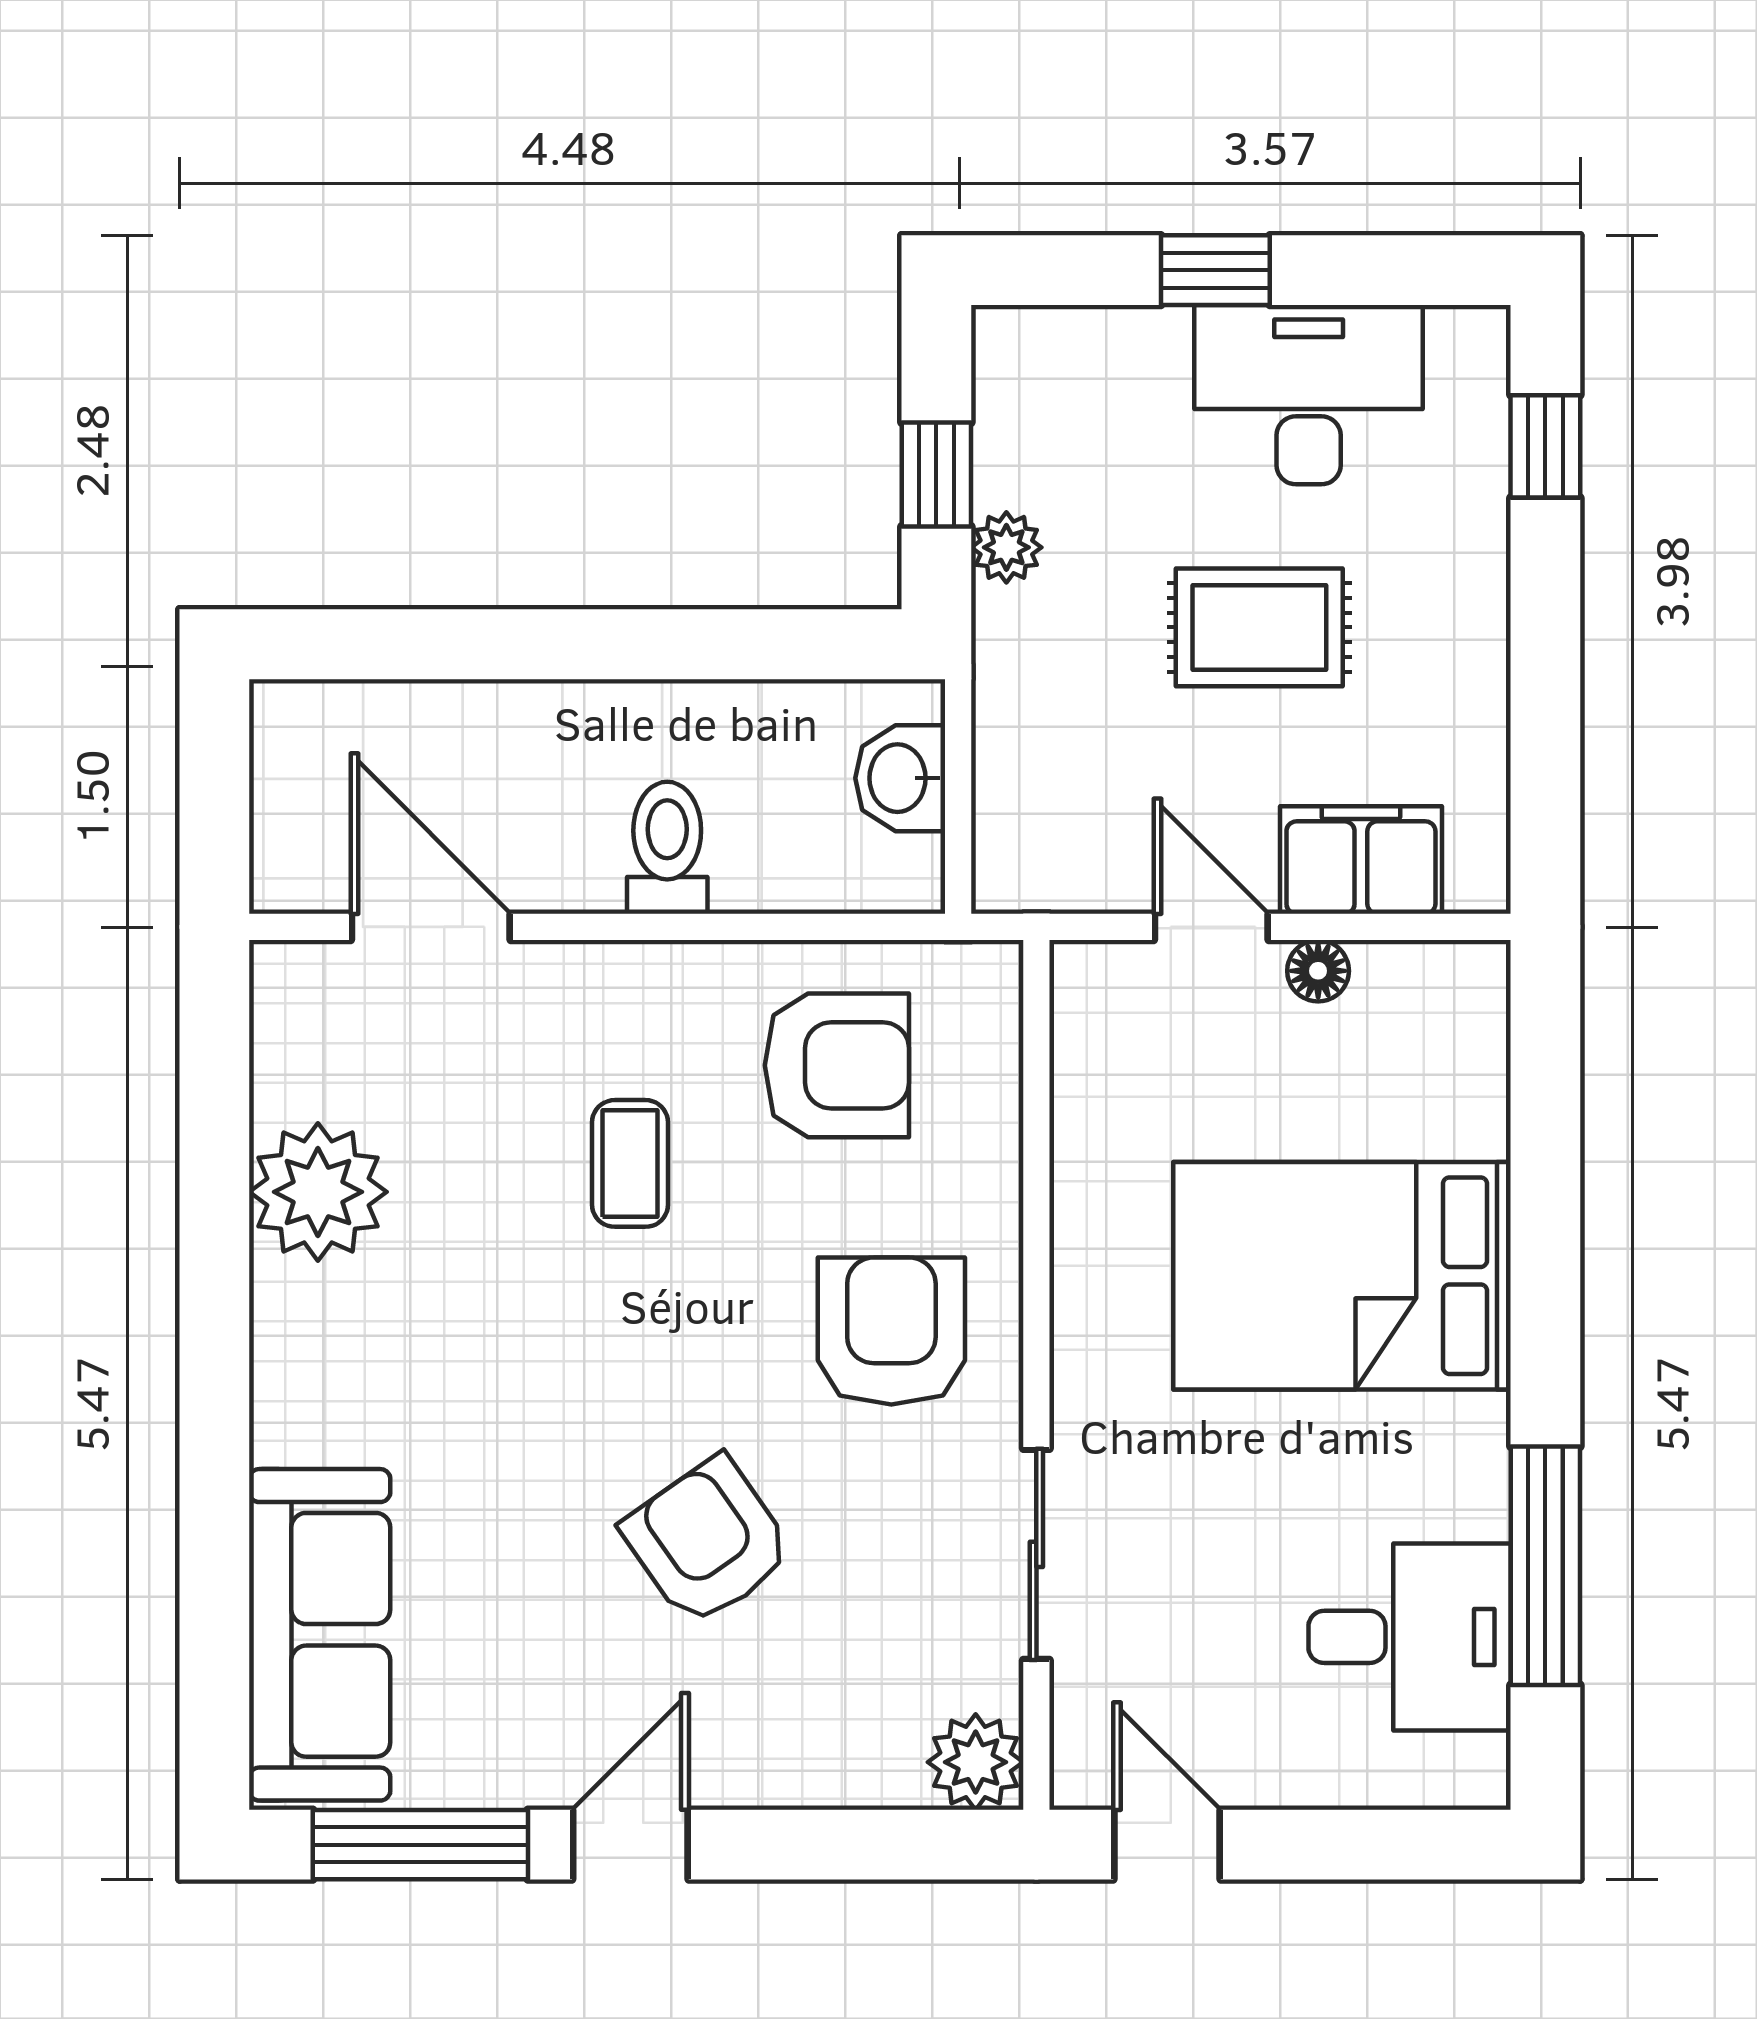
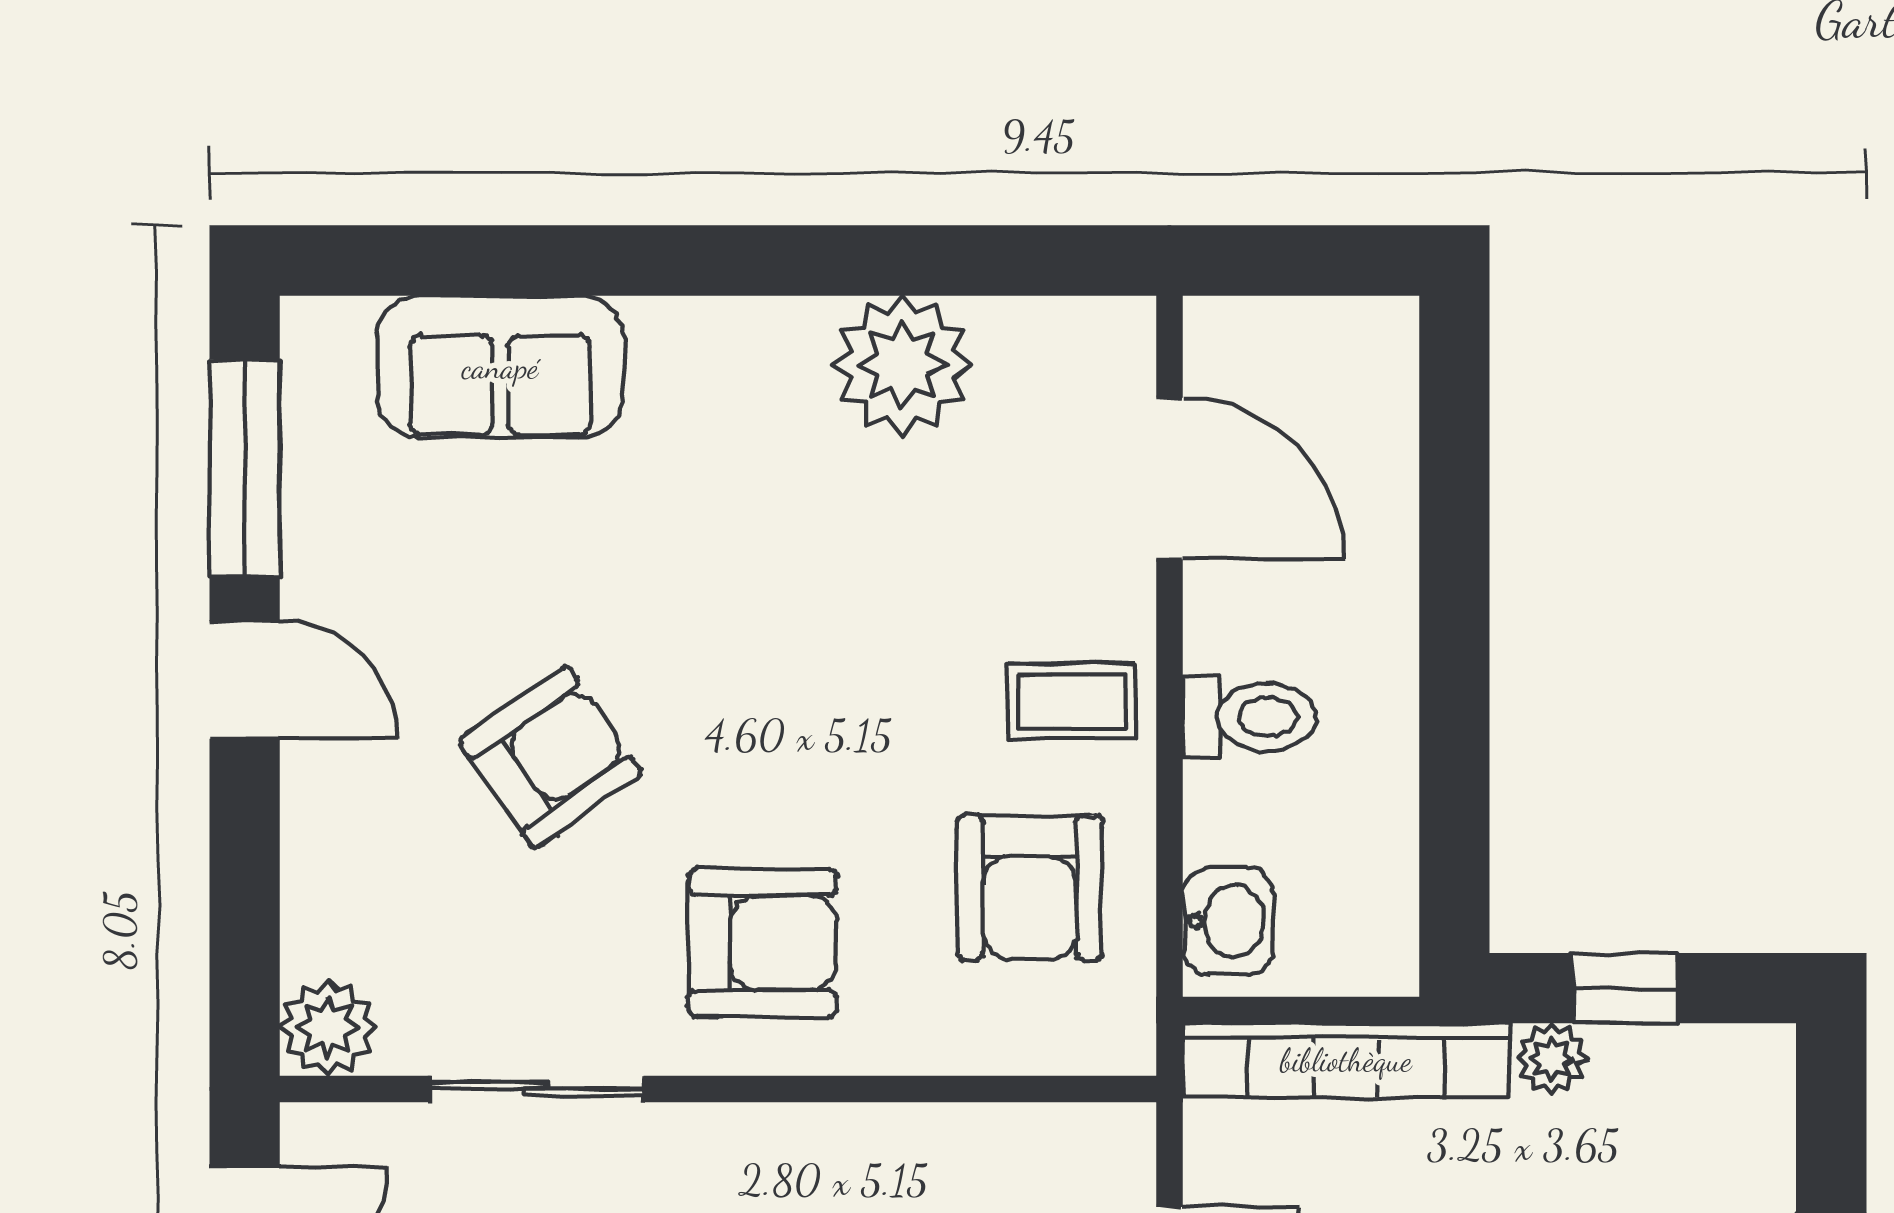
bookcase: (1008, 752) -> (1346, 1060), added
washbasin: (900, 778) -> (1228, 921), moved, turned 90
door: (431, 927) -> (1169, 479), hinge flipped
coffee table: (630, 1163) -> (1072, 702), moved
sofa: (320, 1635) -> (500, 367), width x0.73

